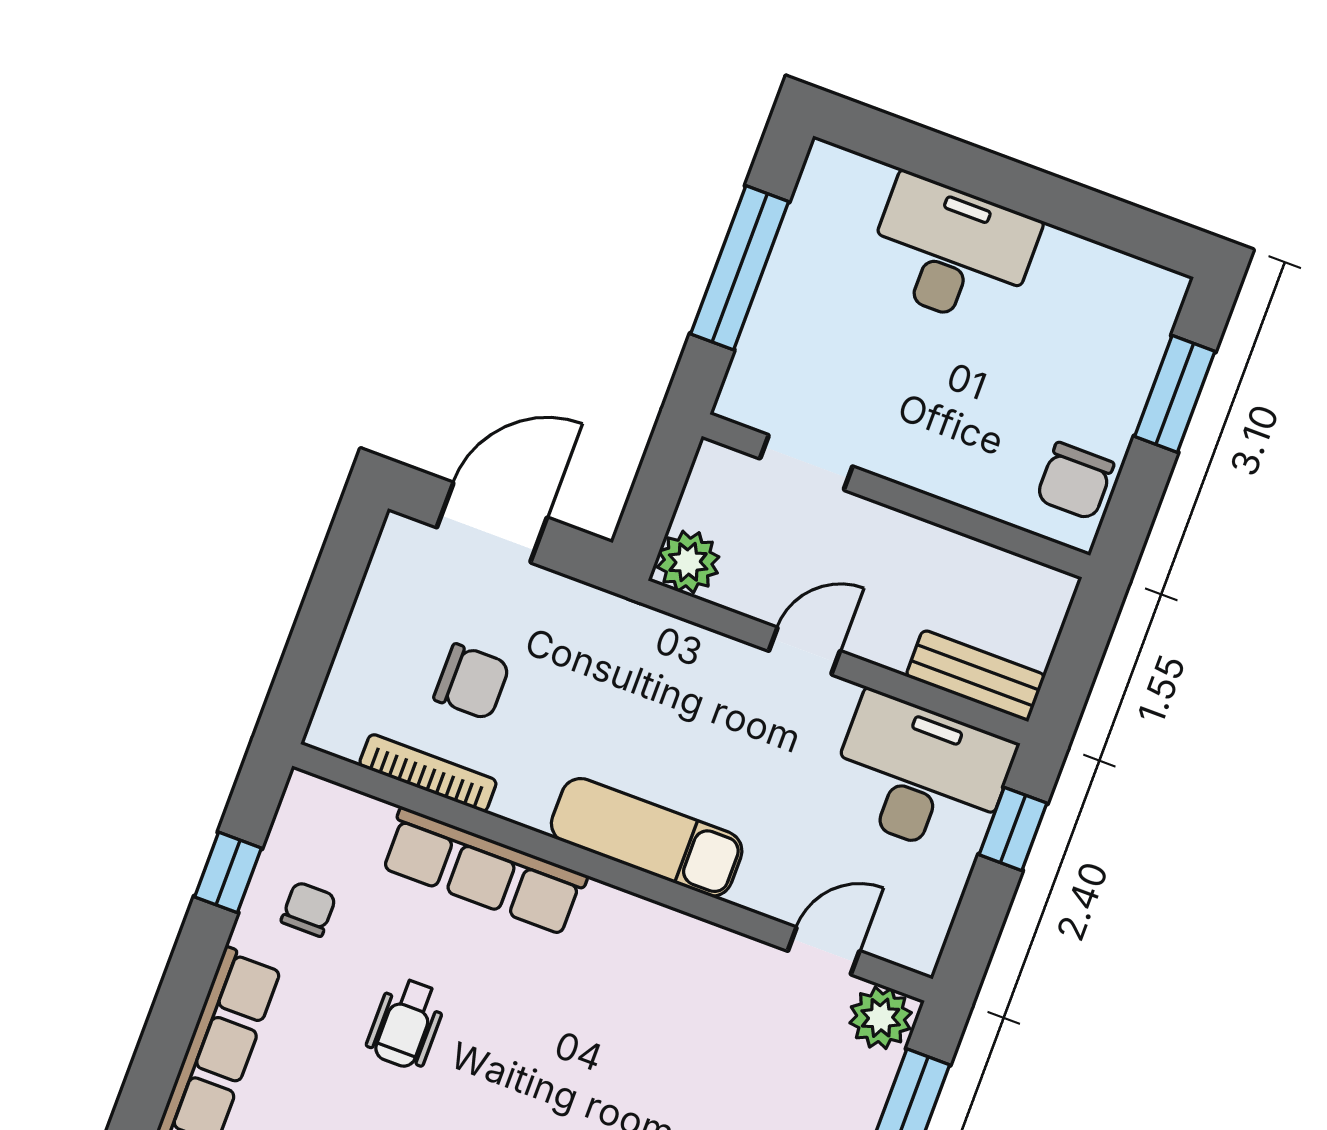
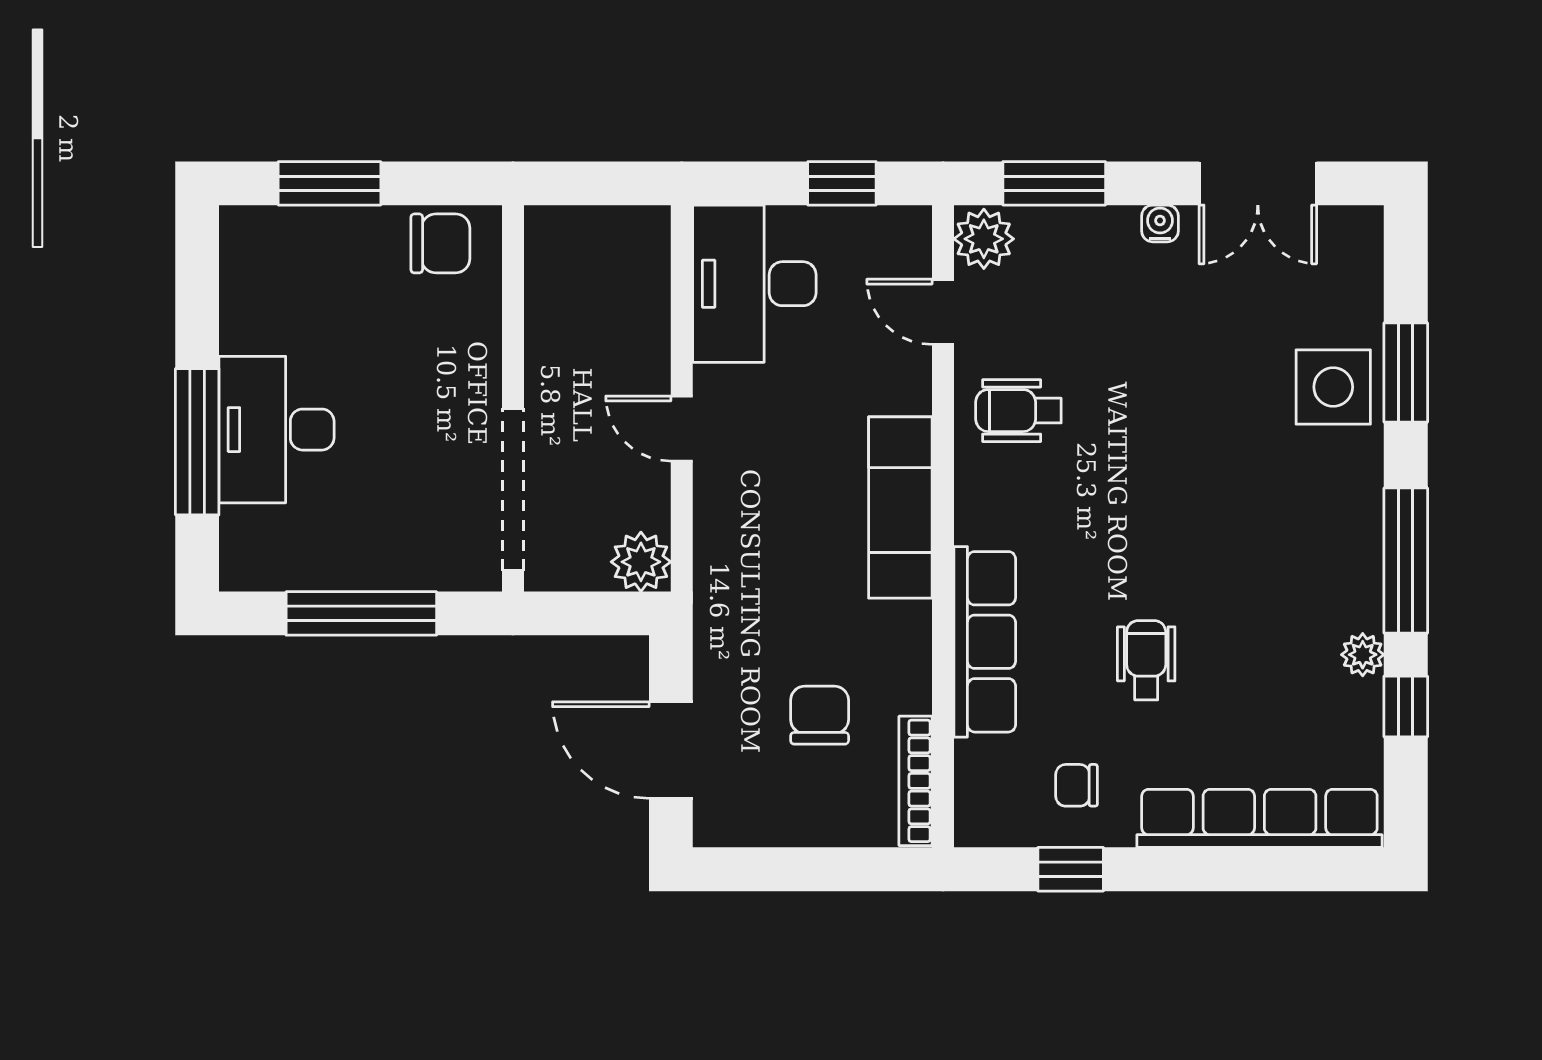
window: (969, 169) -> (197, 442), added
doorway: (806, 462) -> (513, 489), width x1.88
bench: (976, 676) -> (647, 268), removed
bookcase: (428, 773) -> (916, 781), moved
window: (1013, 829) -> (842, 183), moved
wheelchair: (699, 989) -> (1018, 411), added
wheelchair: (406, 1023) -> (1146, 660), turned -90

